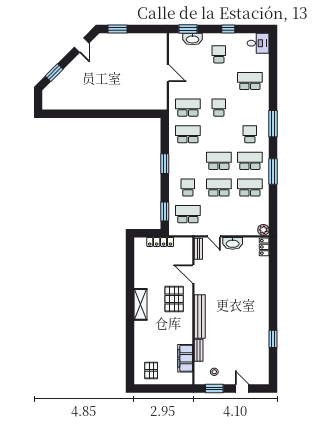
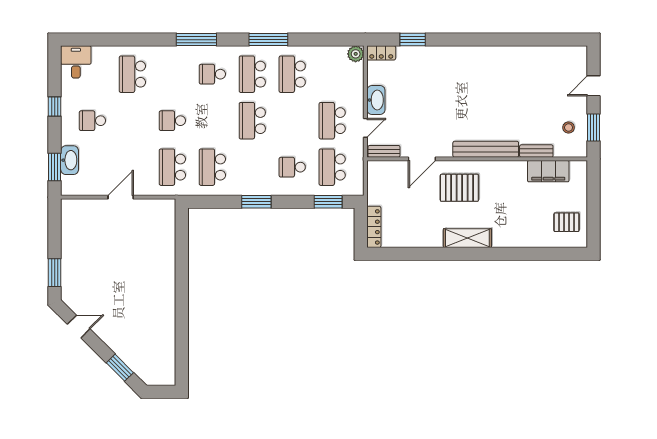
school desk: (219, 188) -> (332, 121), moved
locker: (160, 242) -> (374, 227), moved
window: (273, 339) -> (413, 40), moved

